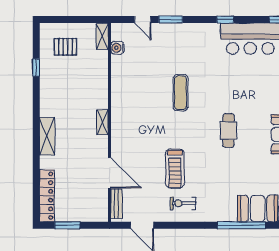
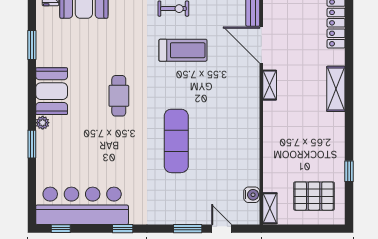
pallet: (65, 47) -> (314, 196), width x1.50, depth x1.42
exercise mat: (181, 93) -> (176, 141), width x1.36, depth x1.45
shelving: (102, 122) -> (270, 85), moved
treadmill: (175, 169) -> (183, 50), turned 90

